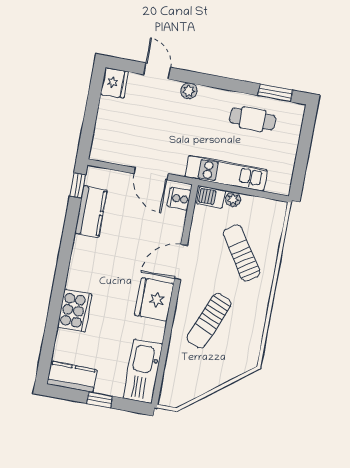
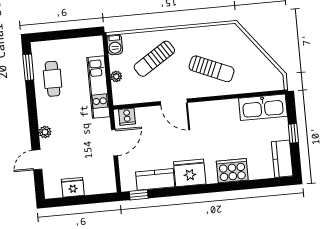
fridge: (114, 83) -> (73, 187), moved
barbecue: (211, 197) -> (115, 44), moved
fridge: (154, 299) -> (190, 173), moved, turned 180

